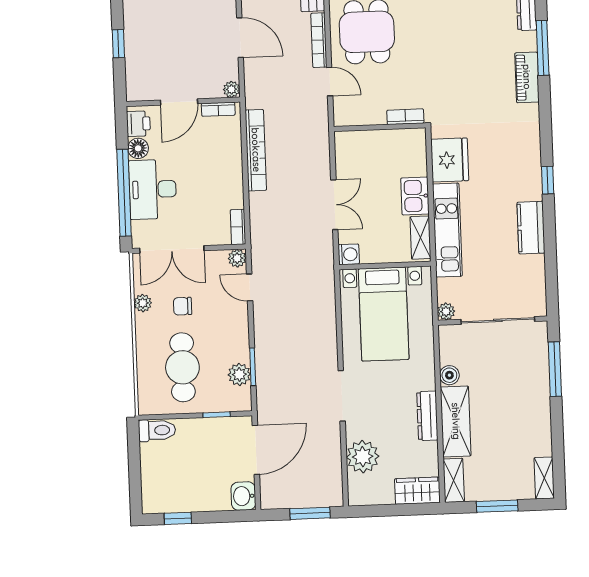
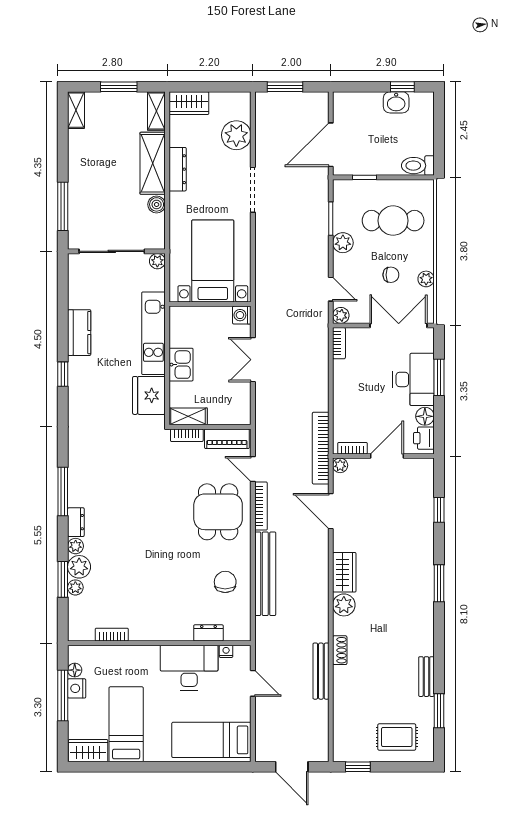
piano: (527, 77) -> (227, 439), moved, turned 90
bookcase: (256, 150) -> (321, 448), moved
window: (124, 193) -> (439, 377), width x0.47
shelving: (420, 238) -> (188, 416), moved, turned 90
cafe table: (182, 367) -> (393, 221), turned 90
plant: (239, 374) -> (343, 243), moved
washbasin: (243, 496) -> (396, 102), moved, turned 90

